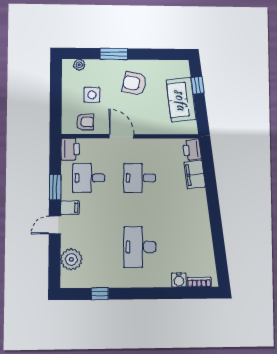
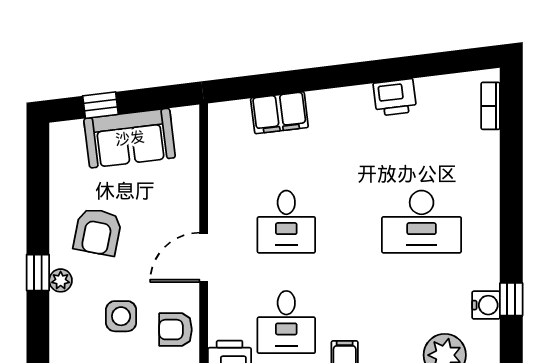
window: (114, 54) -> (38, 273), width x0.67
plant: (79, 65) -> (61, 280), moved
armchair: (85, 122) -> (176, 330), turned -90
printer: (192, 150) -> (395, 97), moved
water cooler: (179, 280) -> (486, 305), moved

